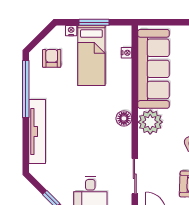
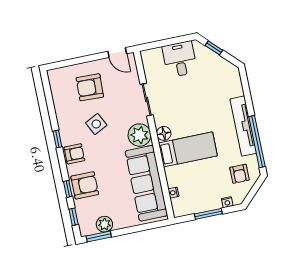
bed: (91, 56) -> (188, 149), moved, turned 90
tv unit: (37, 131) -> (243, 126), moved
sliding door: (135, 176) -> (147, 100), moved

